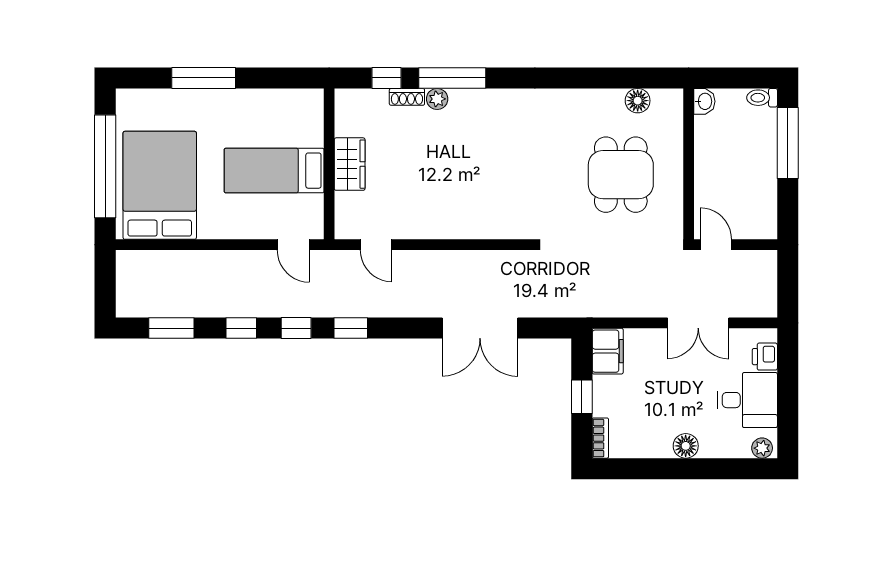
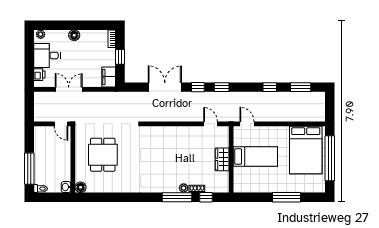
floor lamp: (638, 101) -> (81, 187), moved
window: (296, 328) -> (198, 87), moved

